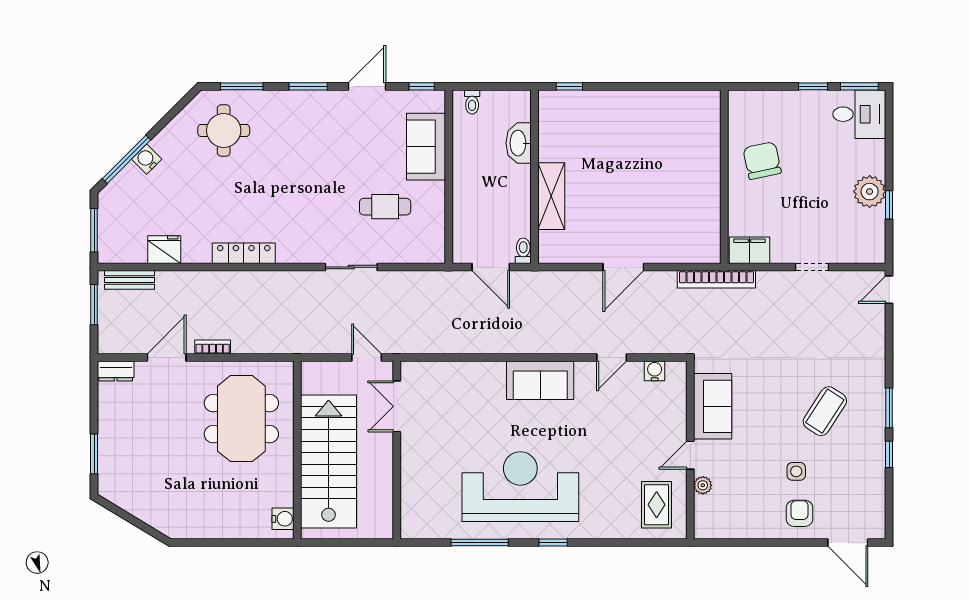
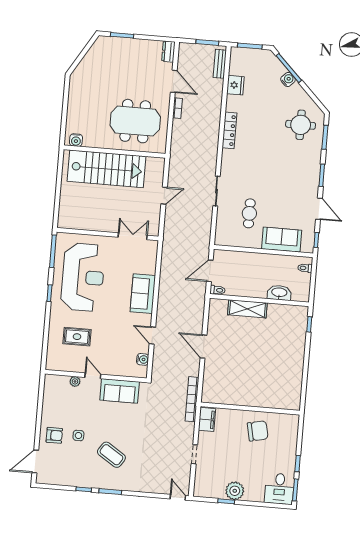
double door: (397, 406) -> (133, 236), moved
wall: (397, 450) -> (108, 234), moved
rug: (657, 505) -> (77, 337), moved

